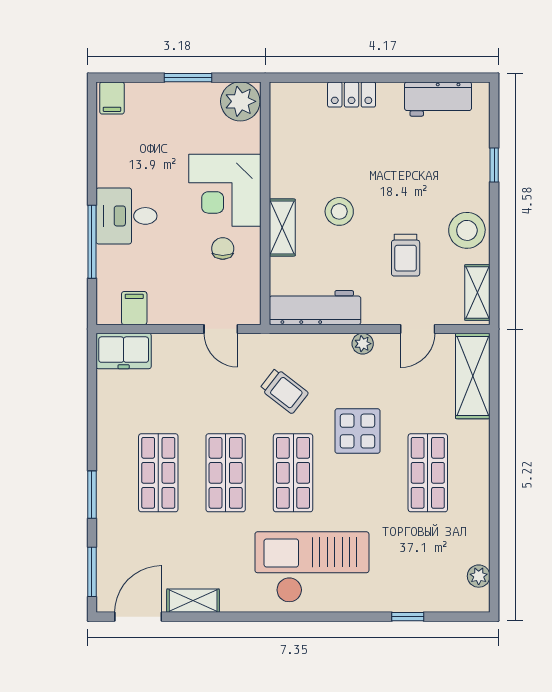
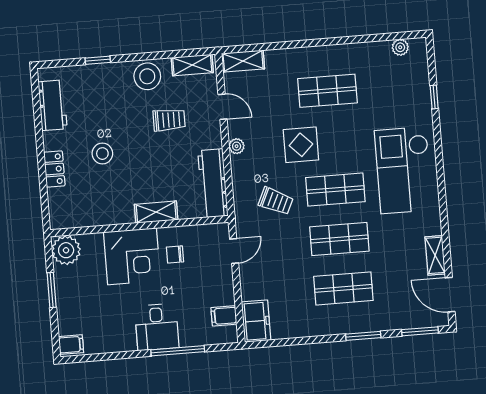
stool: (339, 211) -> (102, 154), moved
shelving: (473, 376) -> (243, 61), width x0.67, depth x0.75
trolley: (284, 391) -> (276, 201), turned 77

